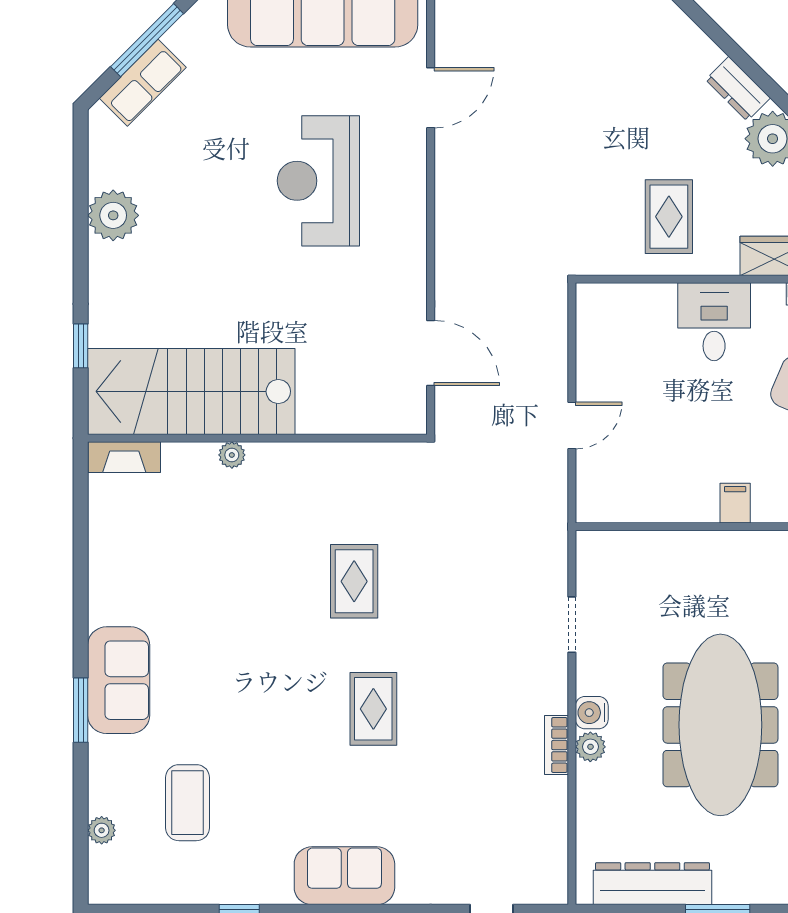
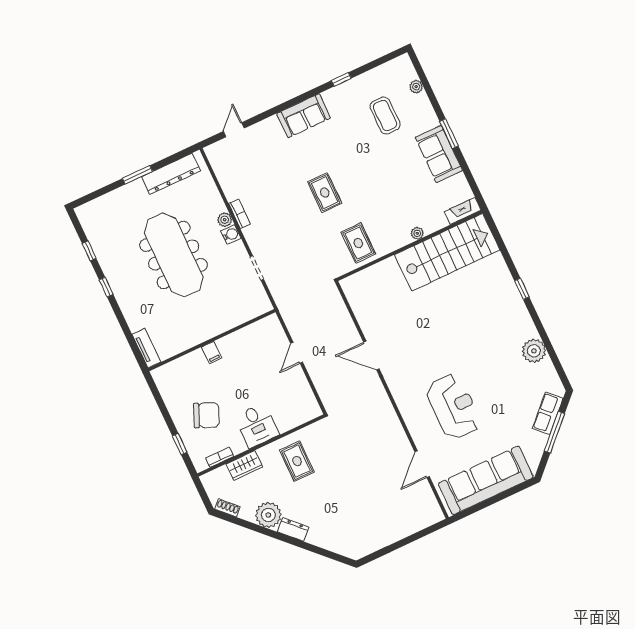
stairs: (191, 391) -> (447, 252), moved
wall: (257, 438) -> (410, 246), moved
plant: (232, 455) -> (417, 233), moved
fireplace: (124, 457) -> (463, 211), moved

